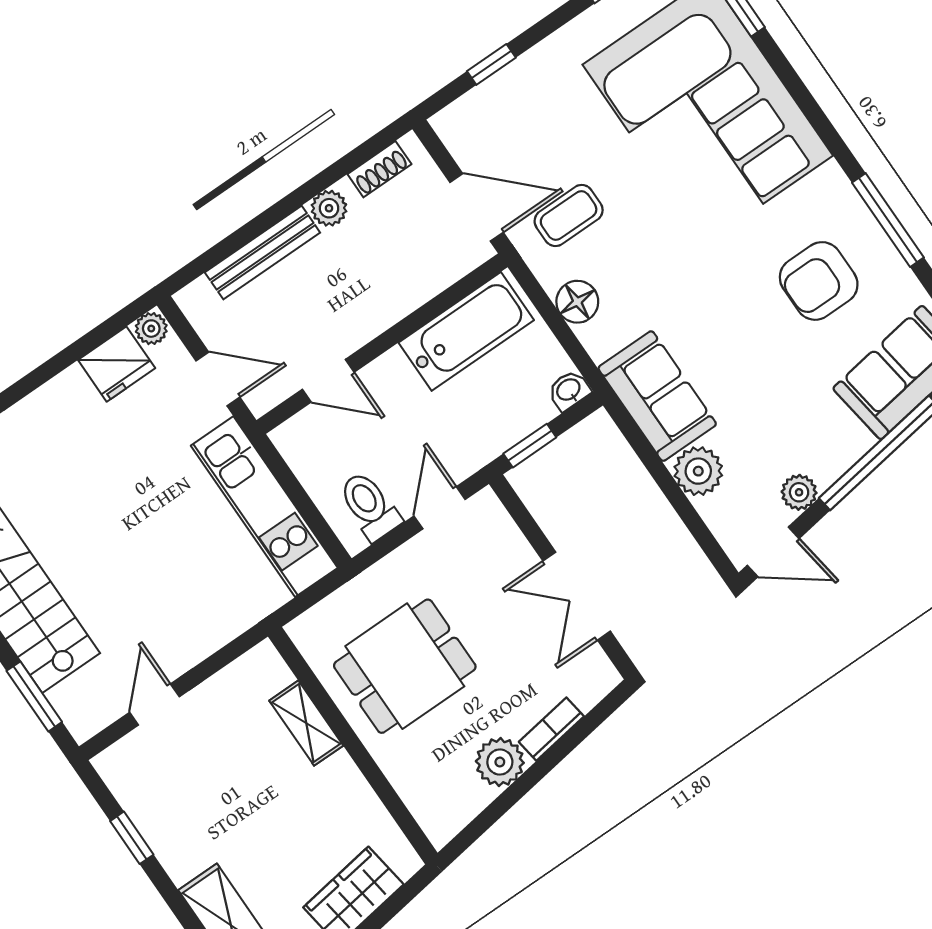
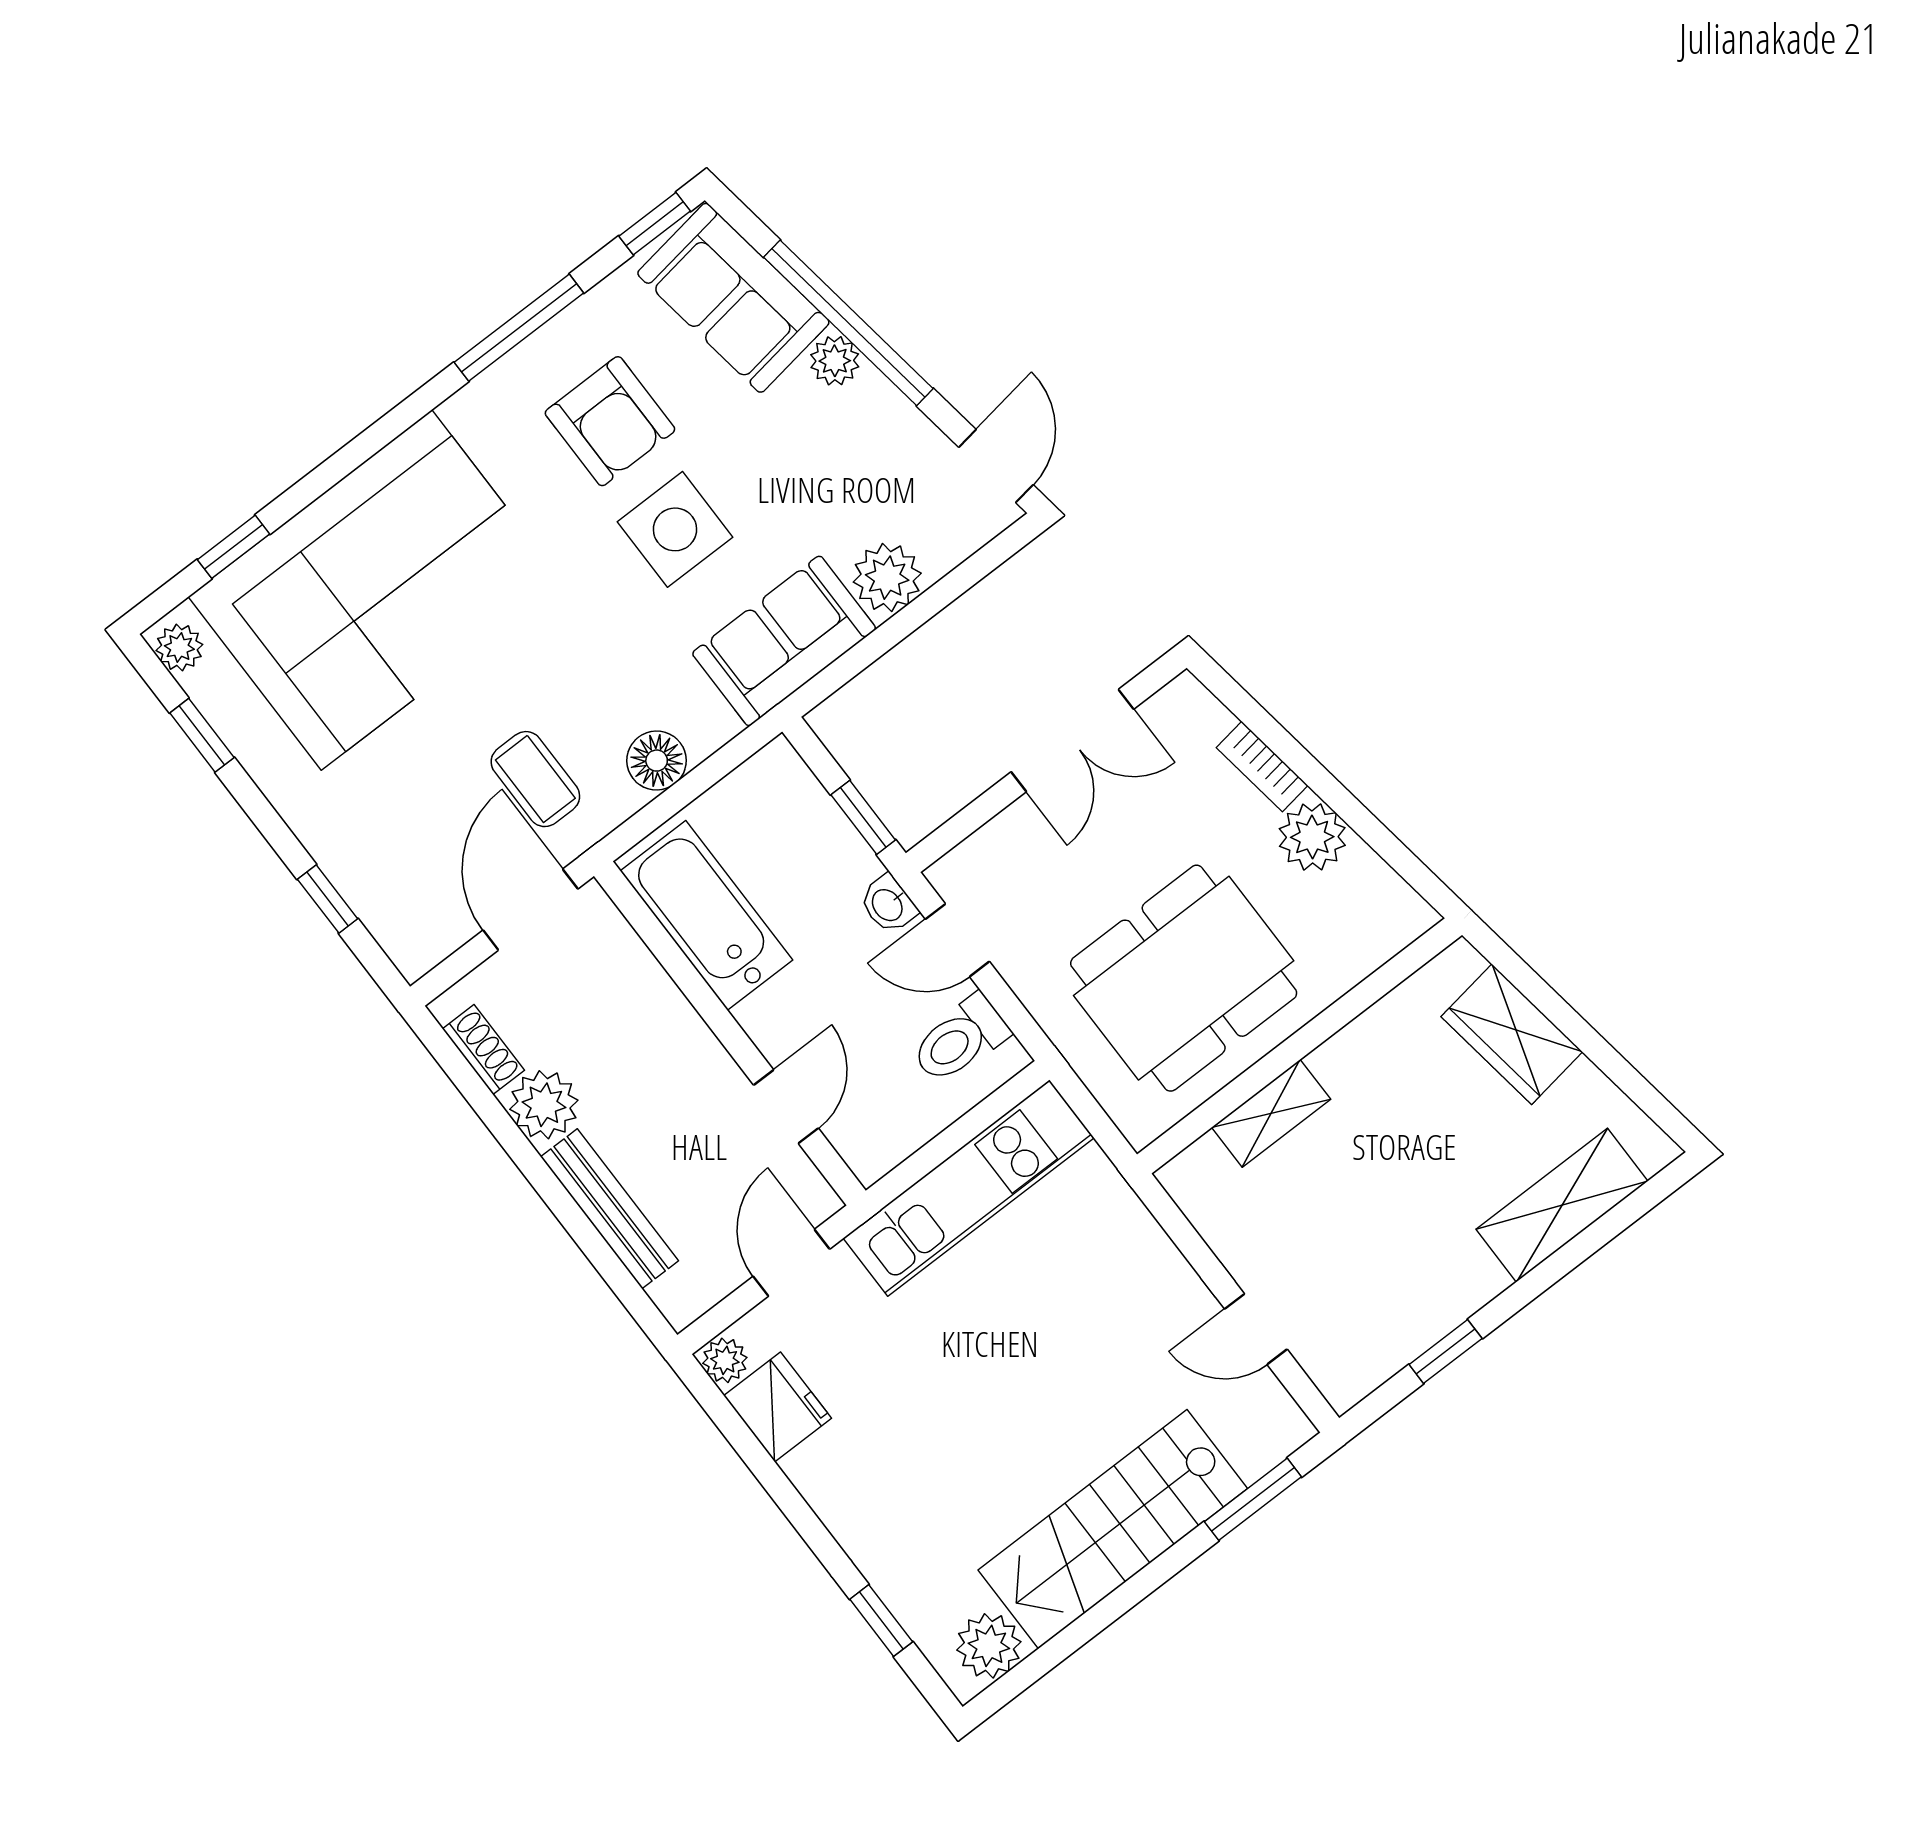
plant: (329, 208) -> (544, 1105), width x1.38, depth x1.38
side table: (740, 323) -> (675, 529), added
washbasin: (569, 390) -> (888, 904), moved
plant: (799, 492) -> (835, 361), moved
dining table: (405, 666) -> (1184, 978), width x1.38

